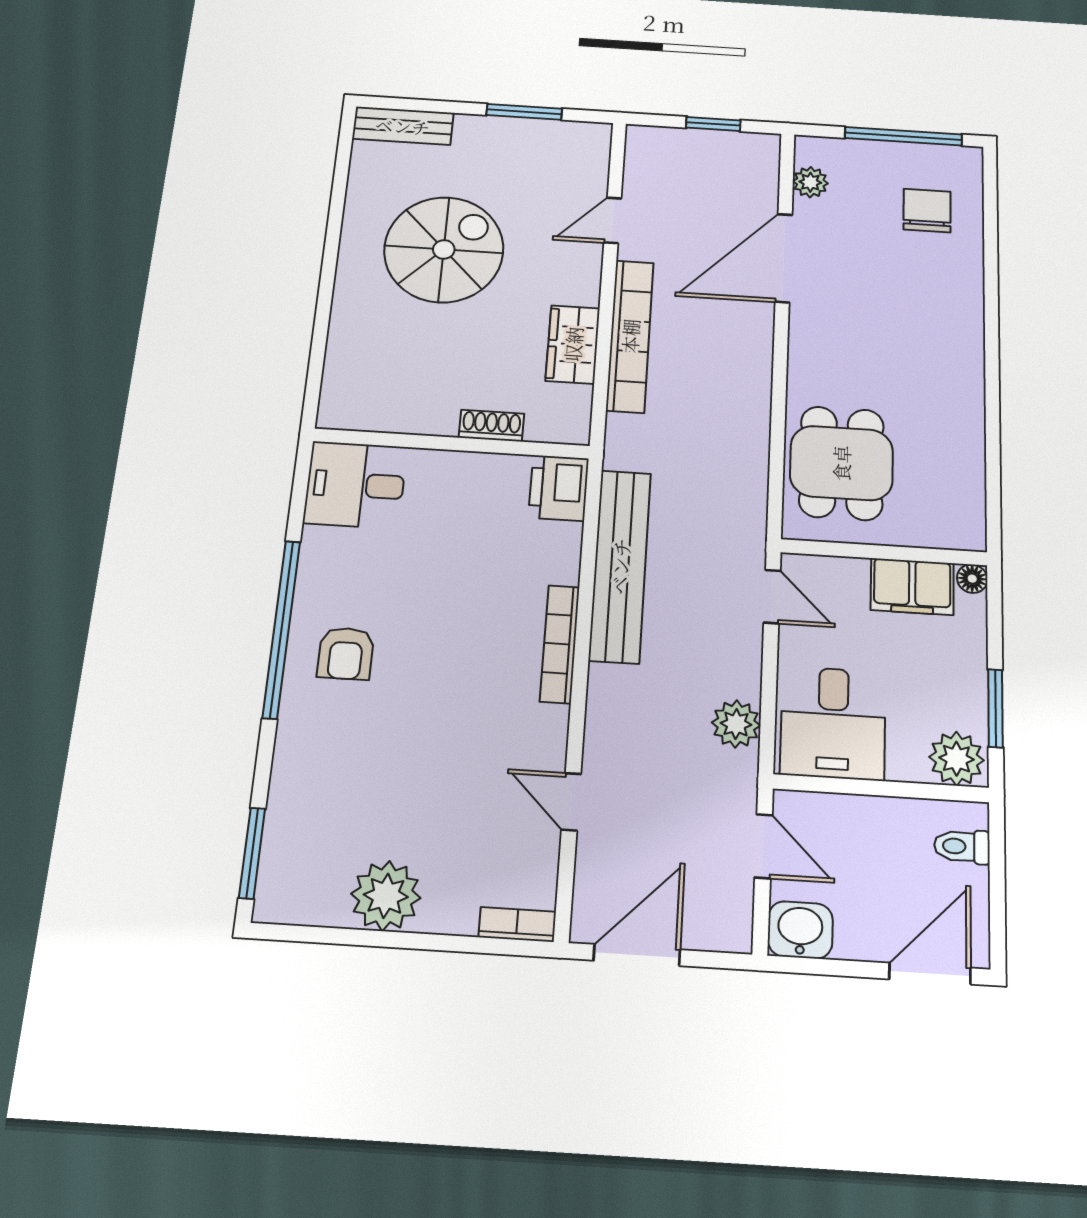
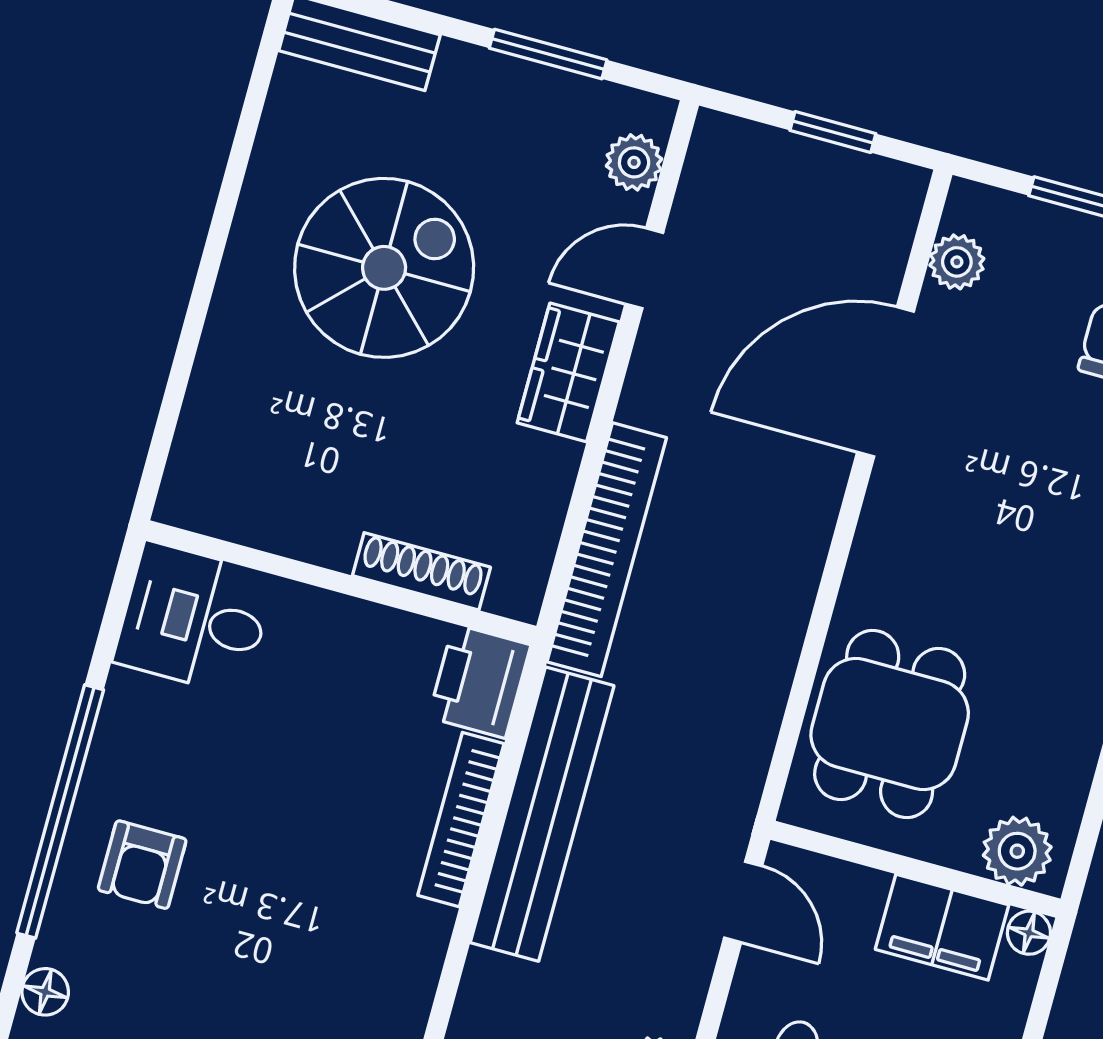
plant: (592, 162) -> (634, 162), added
bookcase: (630, 336) -> (607, 550), moved
wardrobe: (573, 344) -> (568, 372), moved
shoe rack: (491, 426) -> (421, 571), width x1.43
plant: (949, 527) -> (1017, 851), added
bookcase: (560, 644) -> (461, 820), moved
floor lamp: (289, 756) -> (45, 992), added

